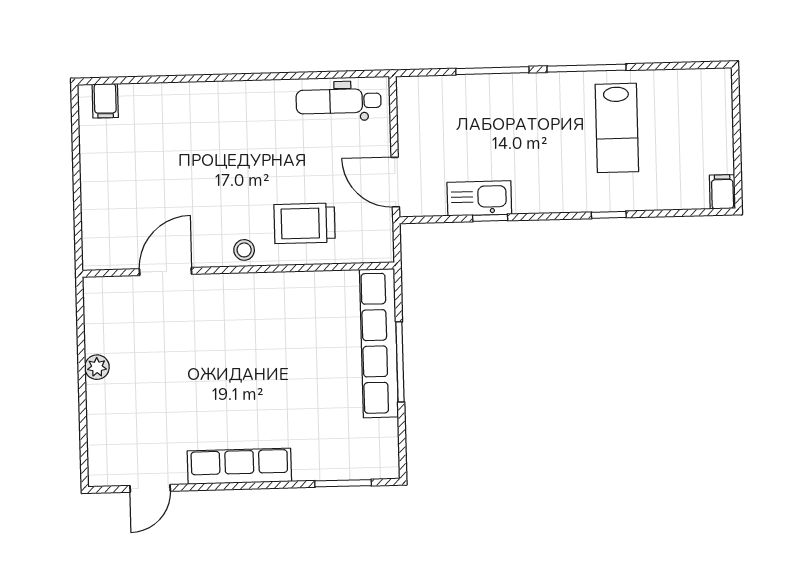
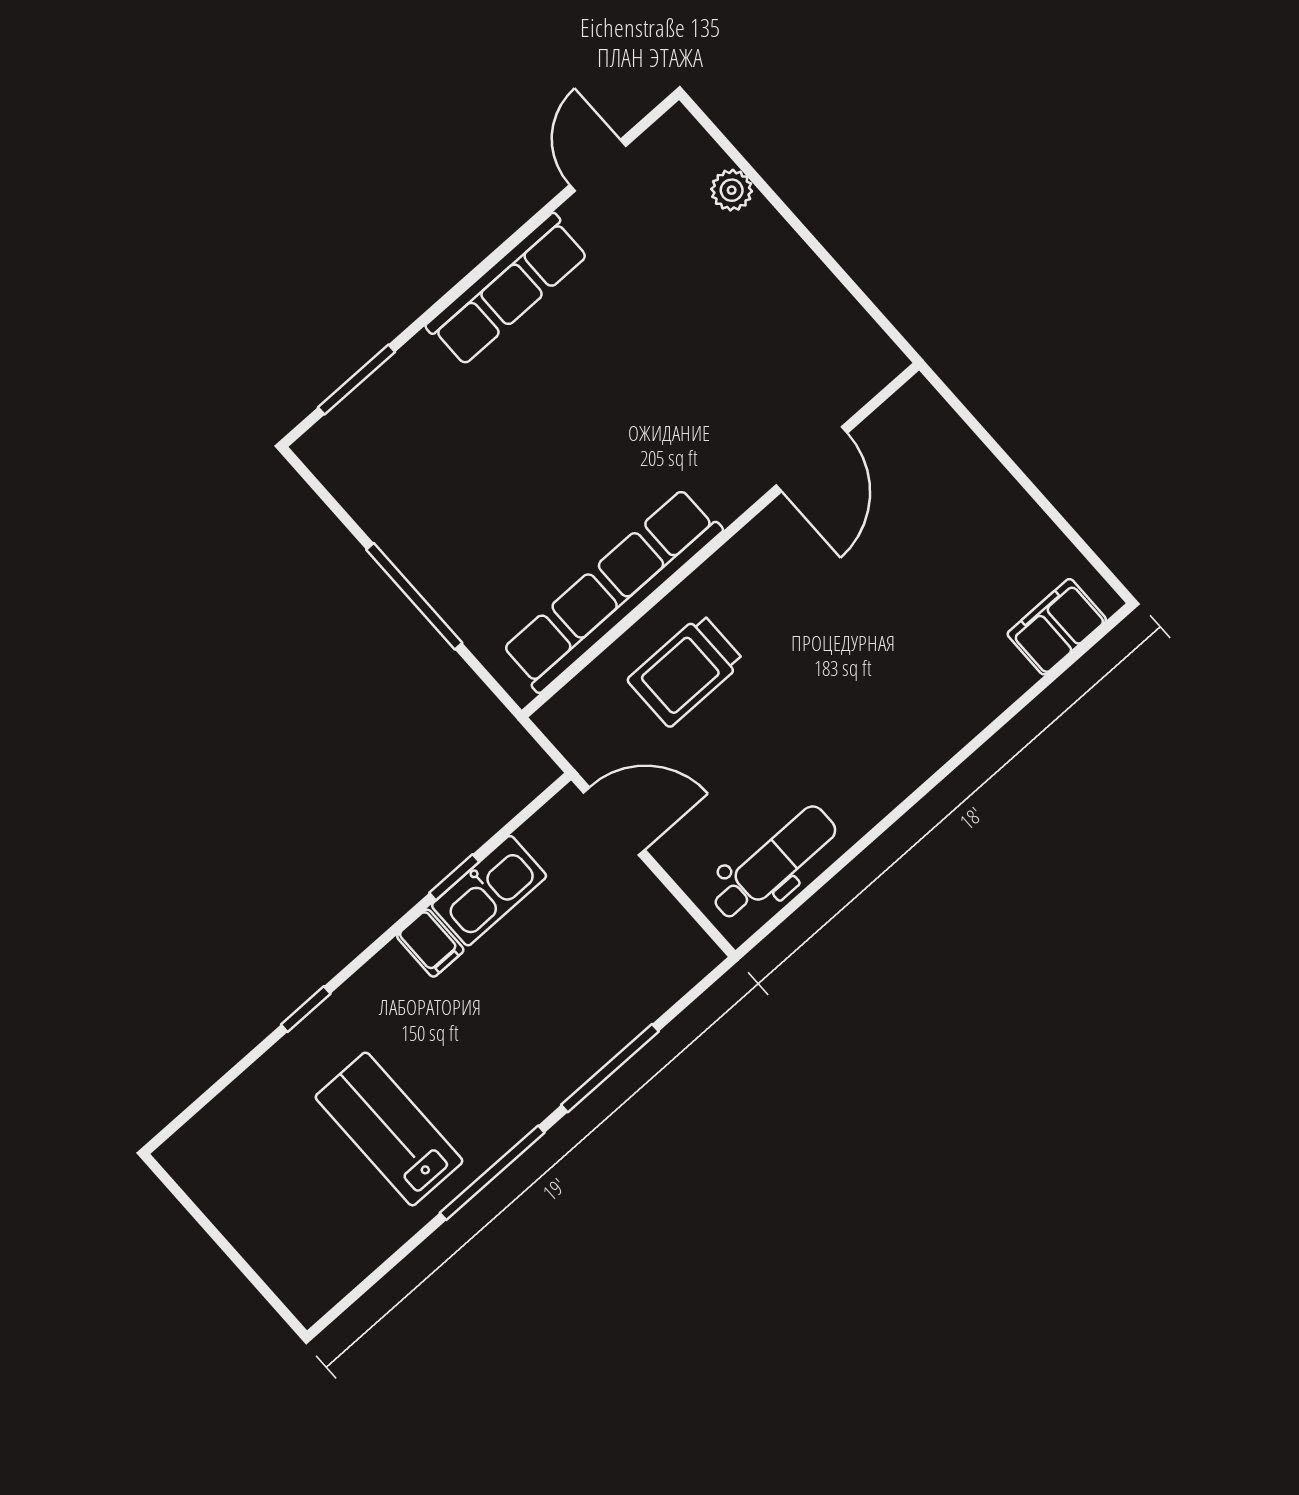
filing cabinet: (105, 101) -> (1057, 627), width x2.00
filing cabinet: (722, 192) -> (430, 943), moved
trolley: (305, 223) -> (686, 671), turned 180
stool: (244, 250) -> (734, 571), removed
row of seats: (379, 343) -> (612, 590), moved, turned -90
plant: (97, 367) -> (732, 190), moved

